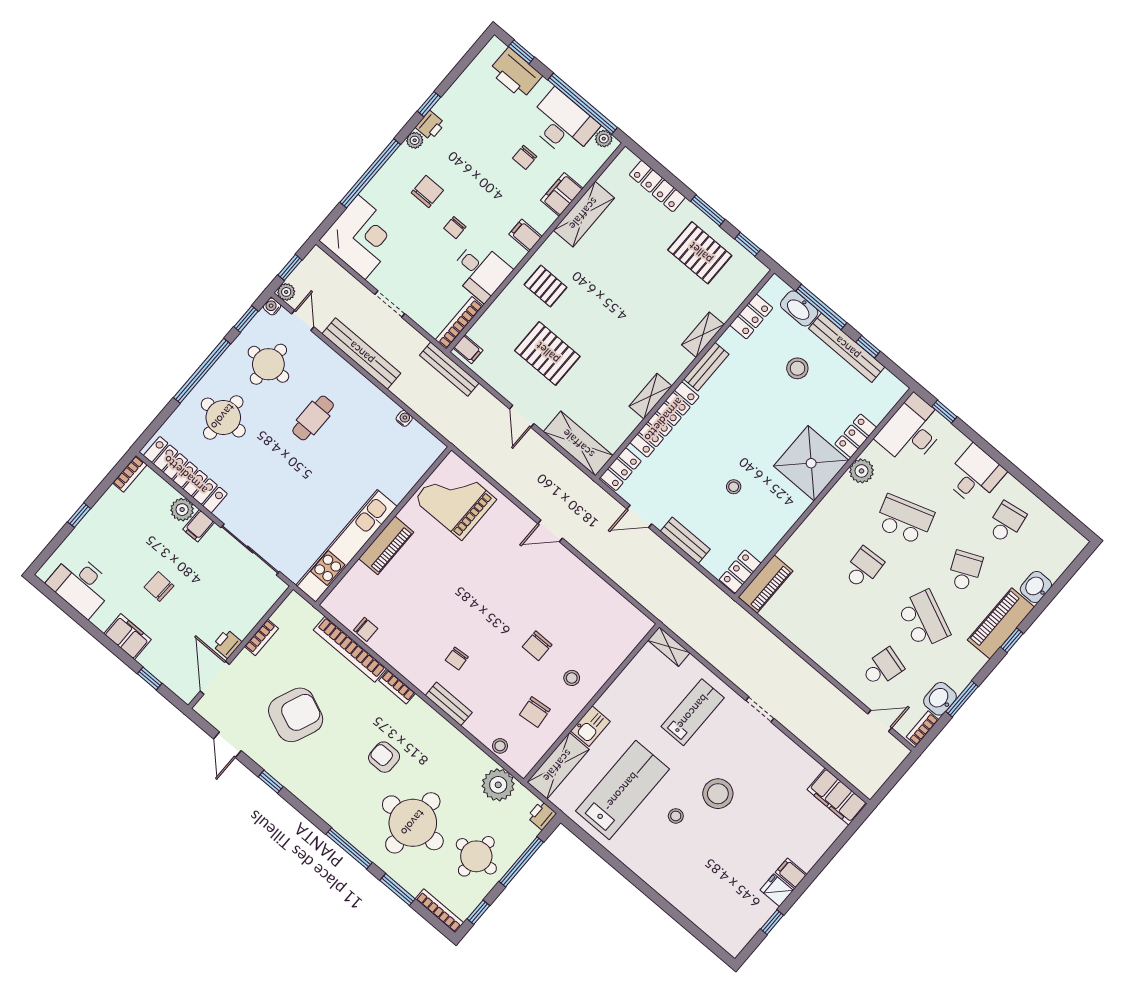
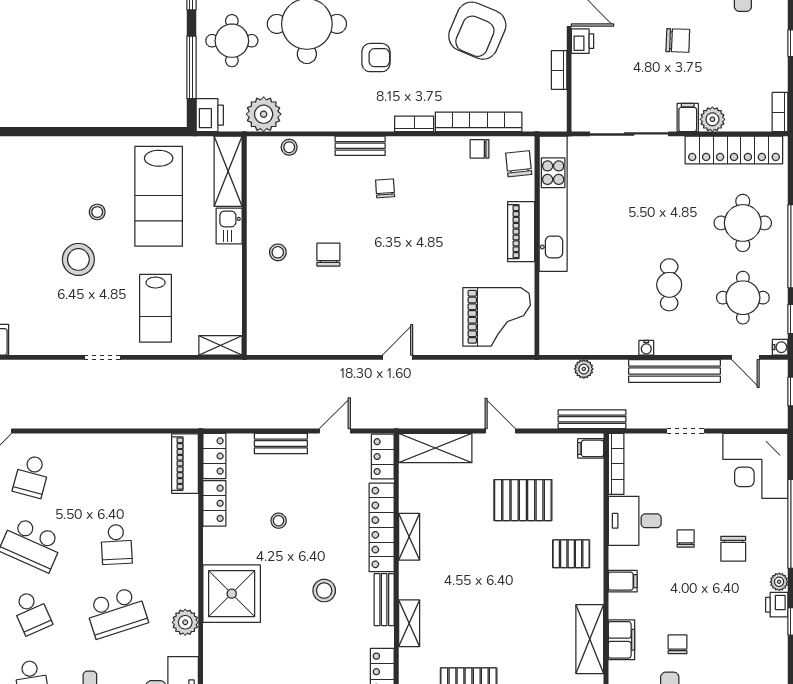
plant: (286, 292) -> (584, 369), moved
stool: (797, 368) -> (324, 591), moved
water cooler: (404, 418) -> (646, 348), moved
locker: (856, 436) -> (214, 503), moved
chair: (535, 712) -> (519, 164), moved
printer: (542, 815) -> (210, 115), width x1.36, depth x1.24

